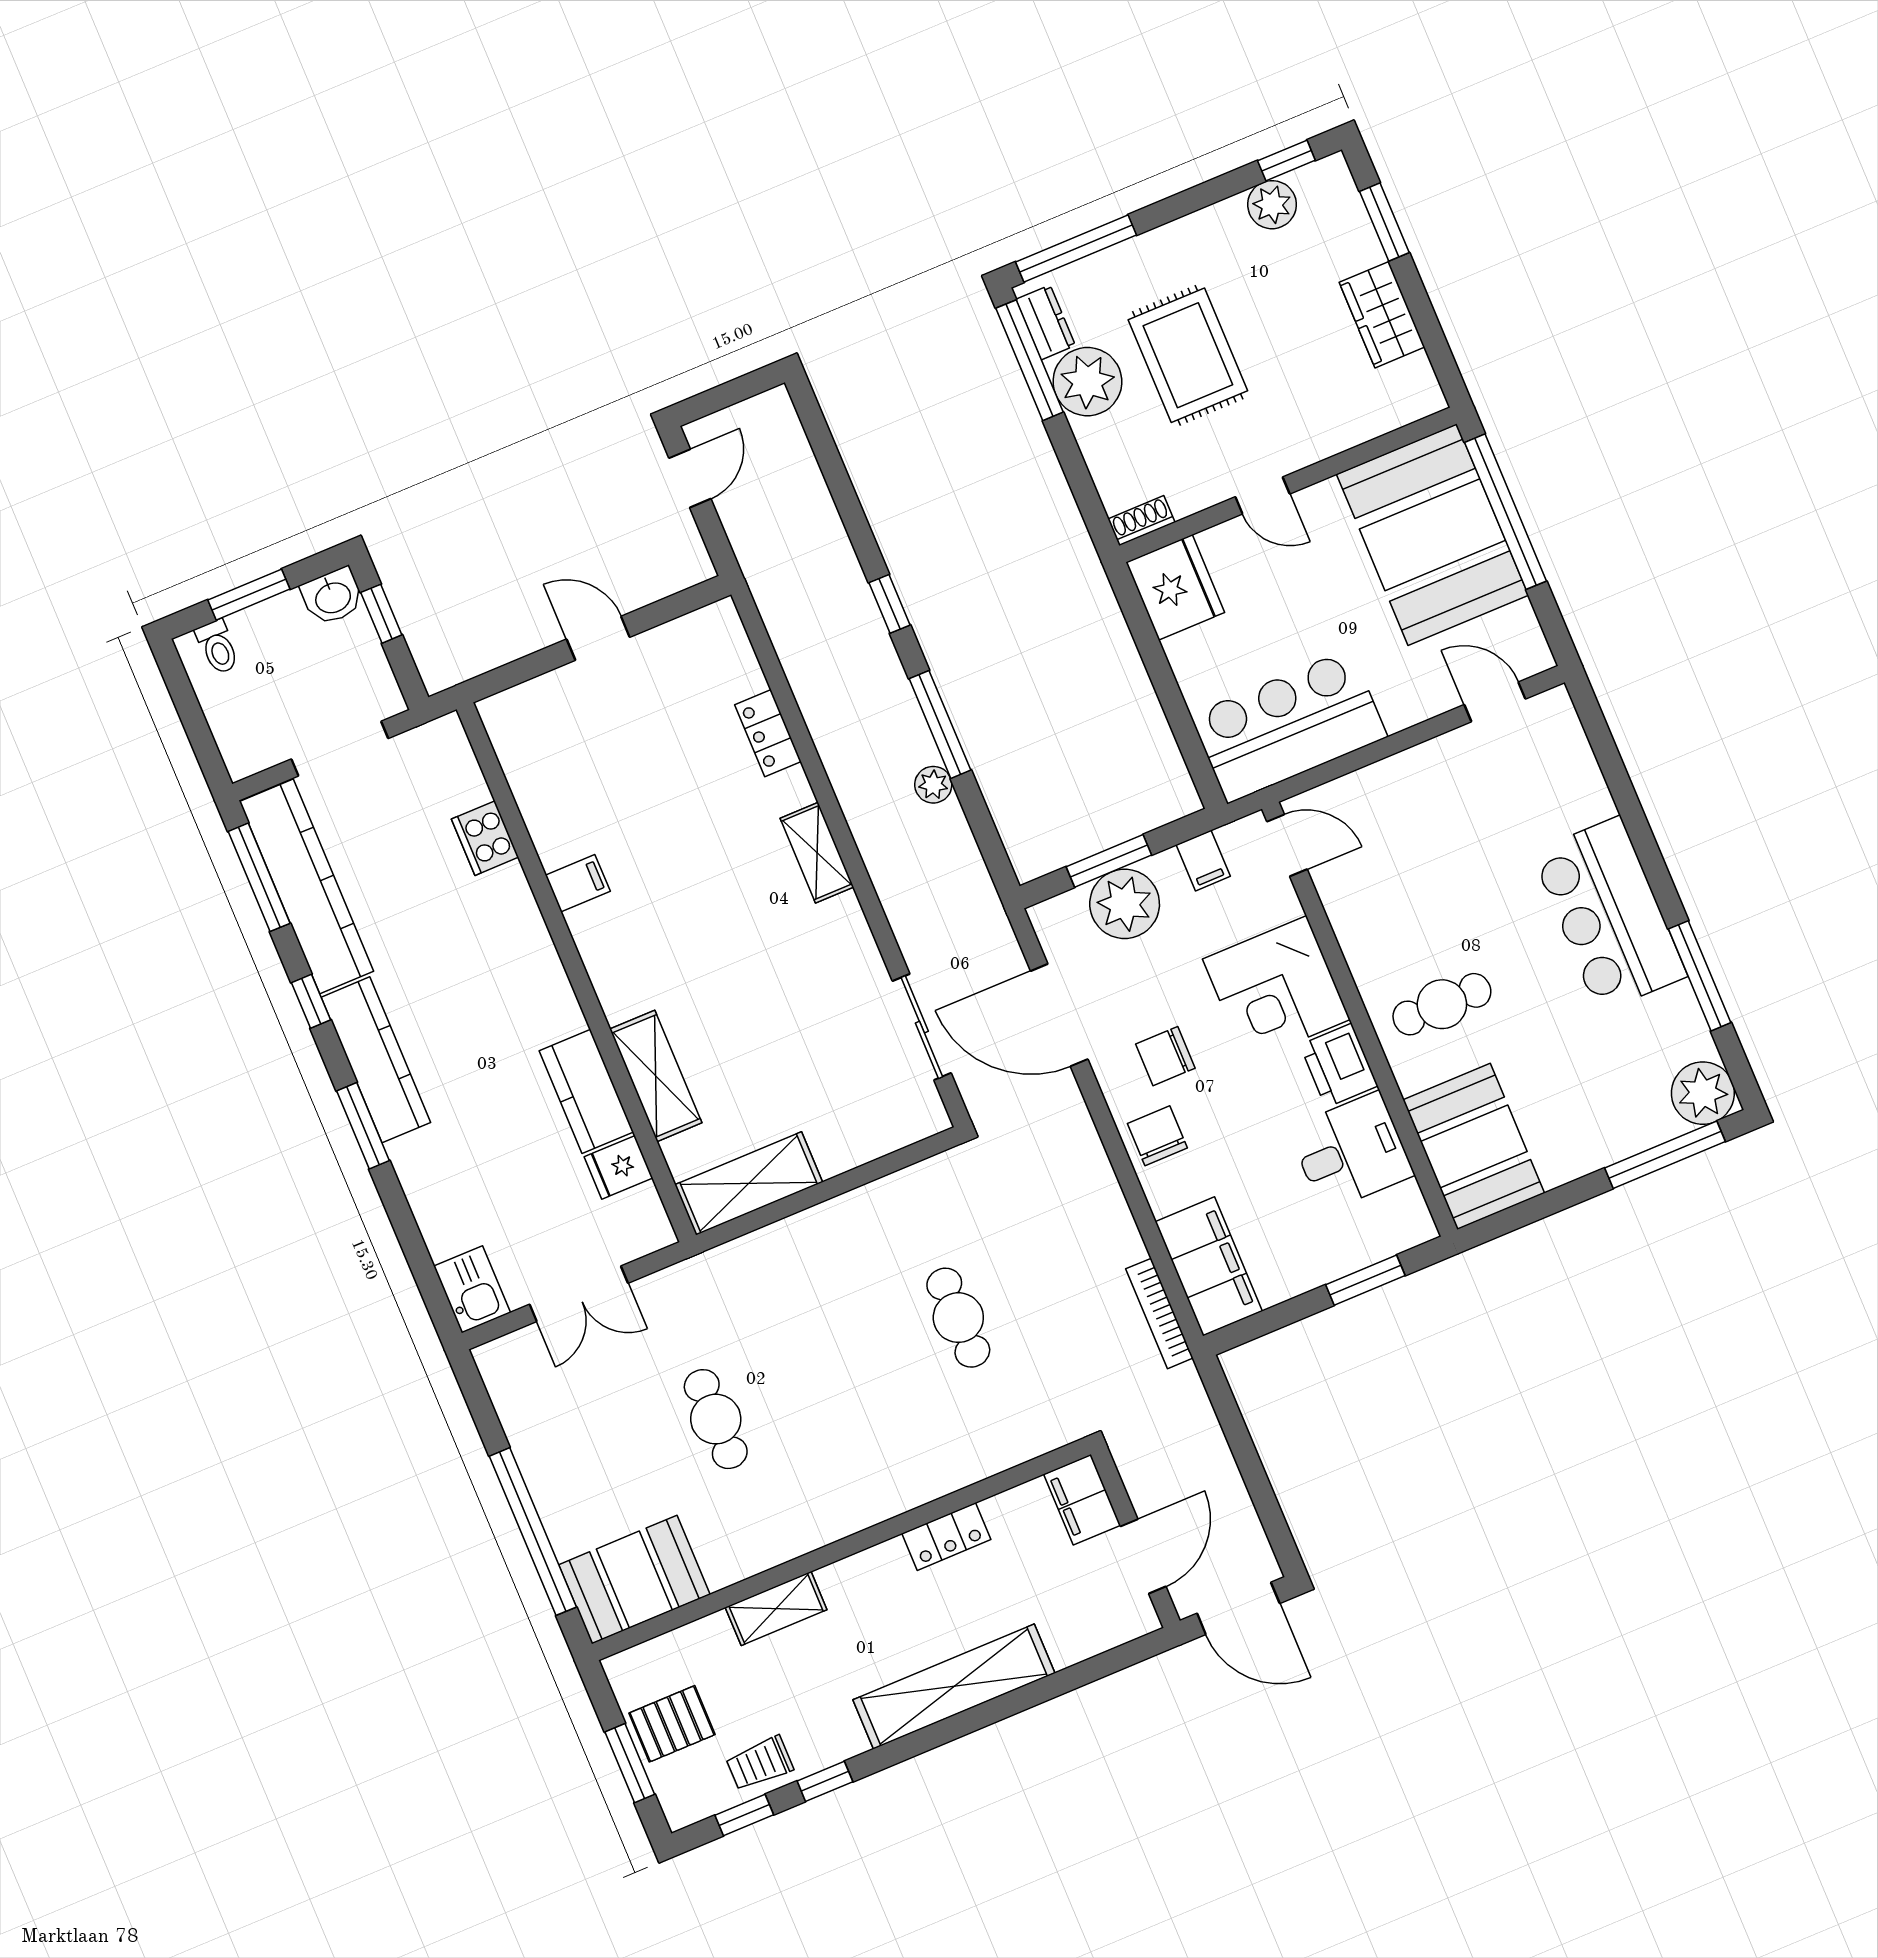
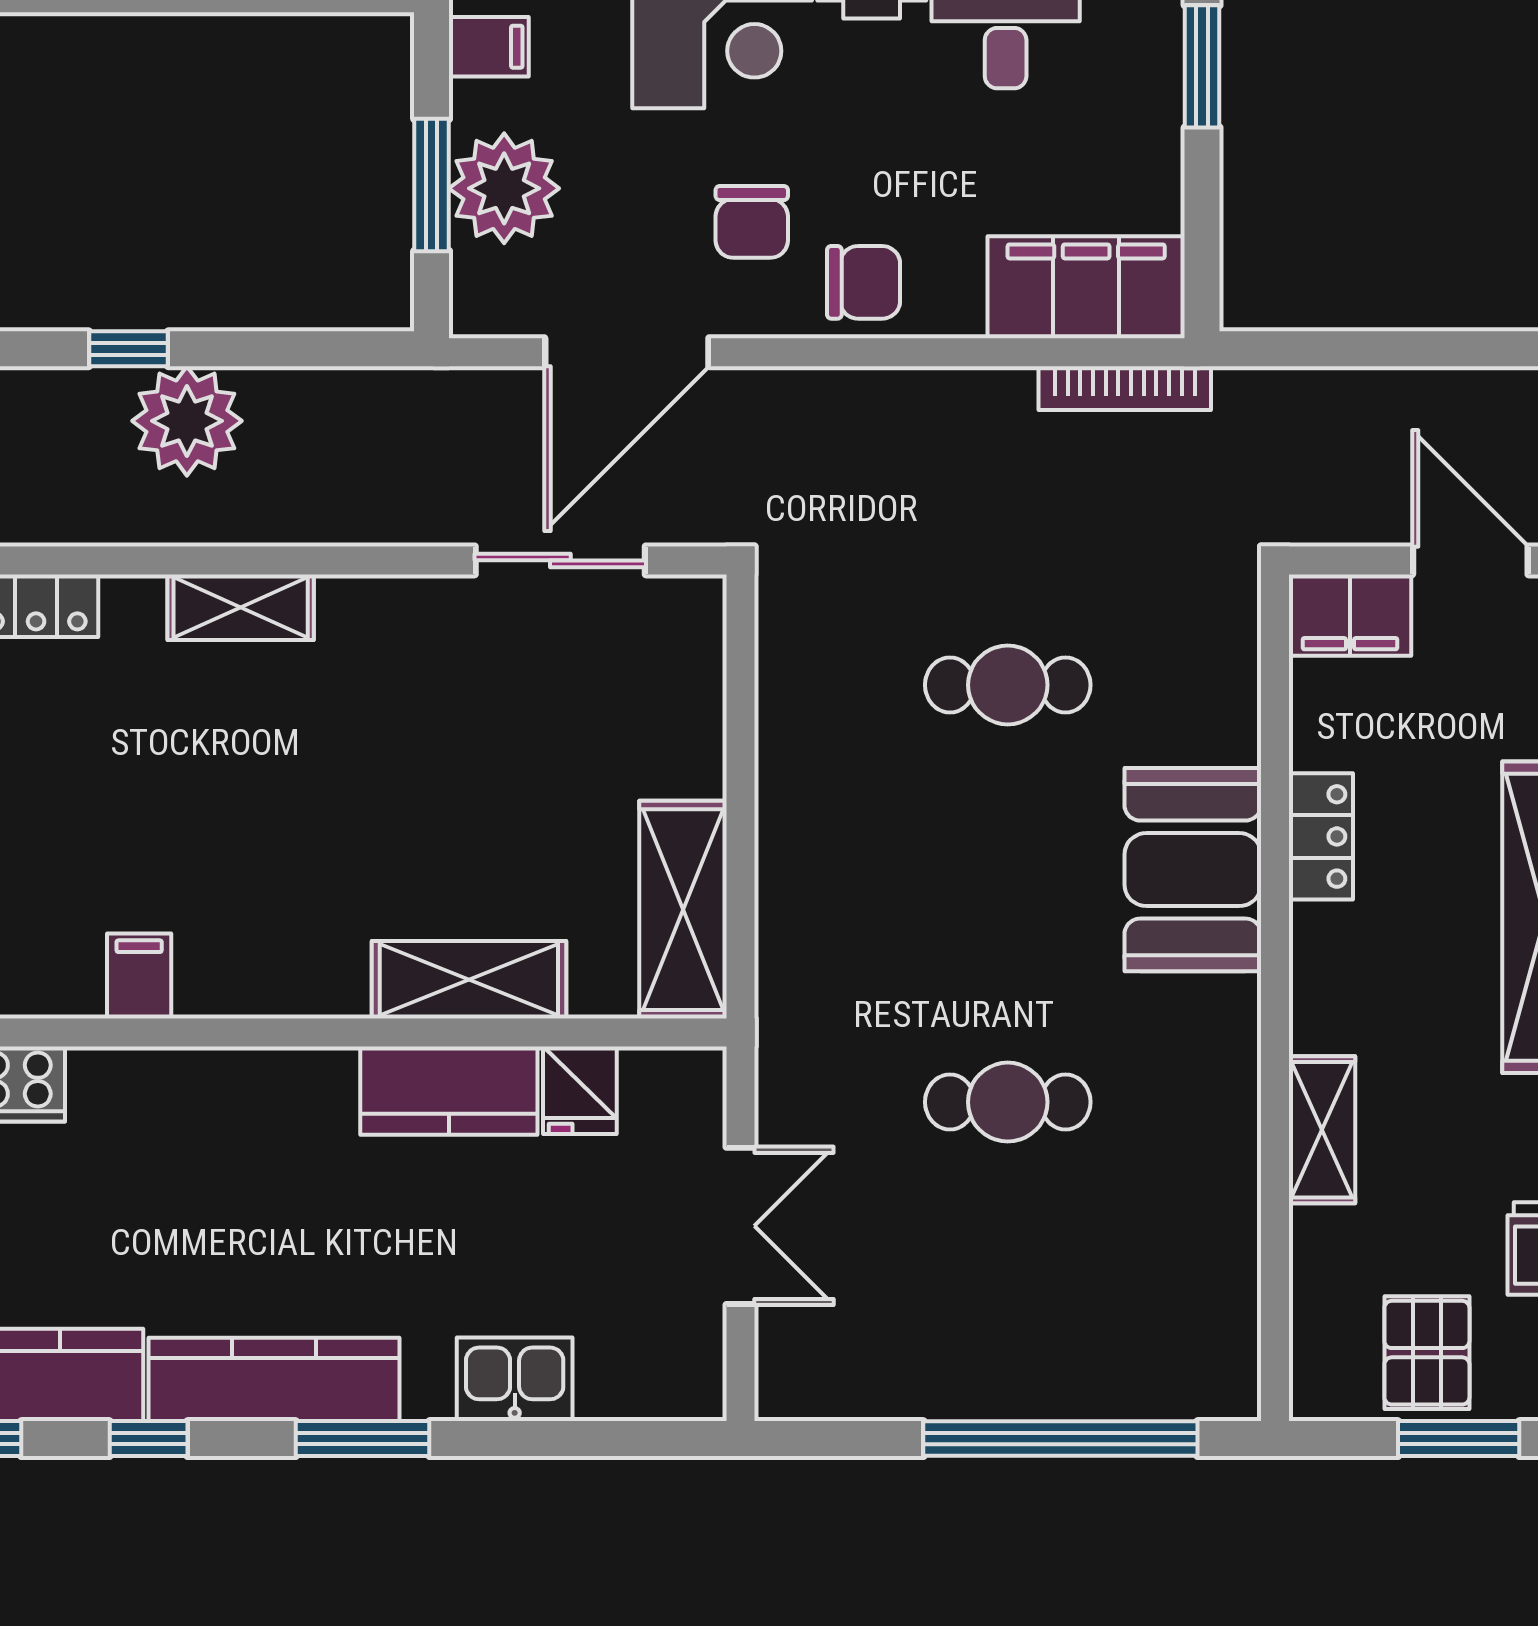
window: (940, 724) -> (128, 349), width x0.46
plant: (933, 785) -> (187, 421), width x1.88, depth x1.88
chair: (1157, 1136) -> (864, 282), turned 180
kitchen sink: (472, 1289) -> (515, 1379), moved
booth: (634, 1580) -> (1193, 870), moved

